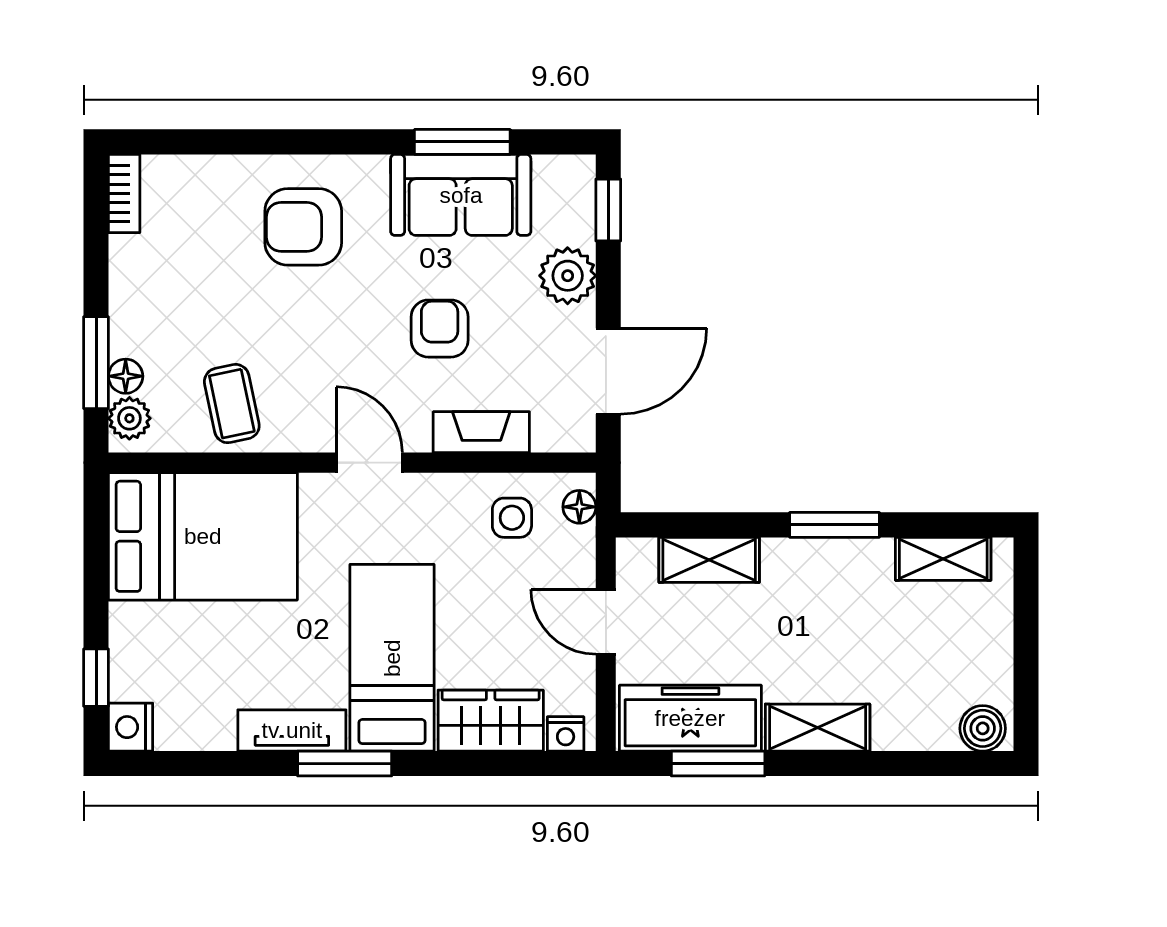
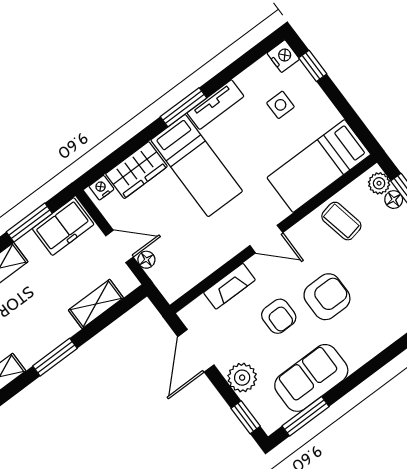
window: (462, 142) -> (306, 416), moved
armchair: (303, 227) -> (327, 297), moved
floor lamp: (579, 507) -> (146, 260), moved
side table: (512, 518) -> (280, 105), moved
bed: (203, 536) -> (319, 166), width x0.67
freezer: (690, 718) -> (63, 227), width x0.71

